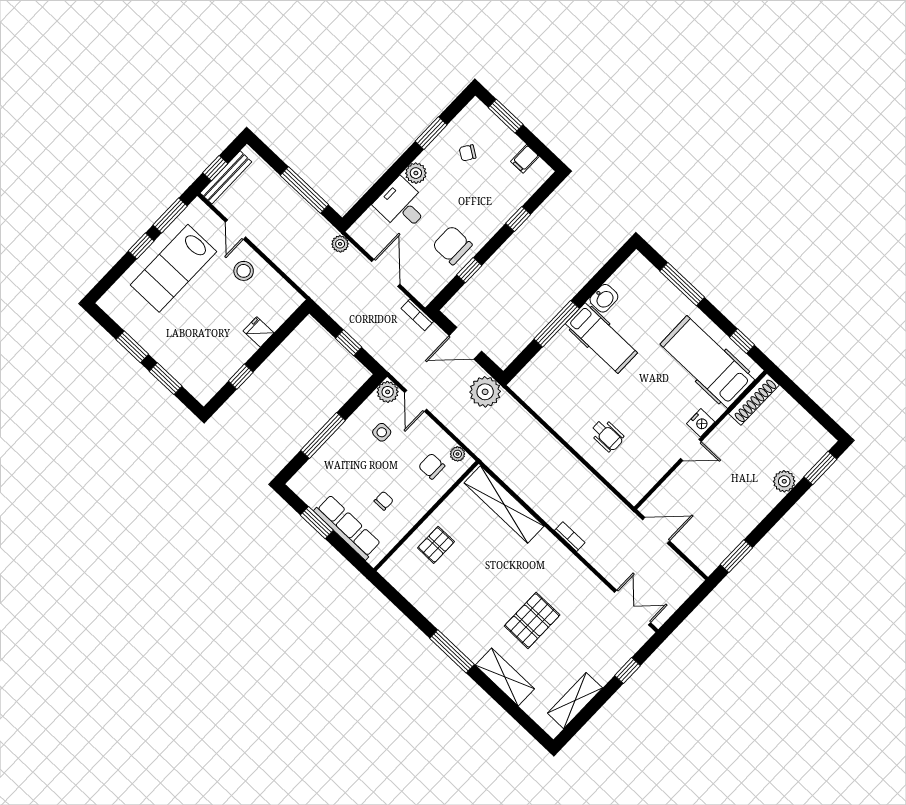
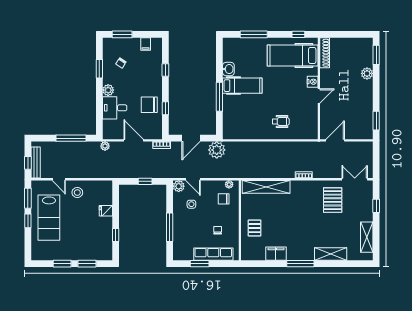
filing cabinet: (432, 607) -> (276, 254), added
pallet: (532, 620) -> (333, 200), moved

